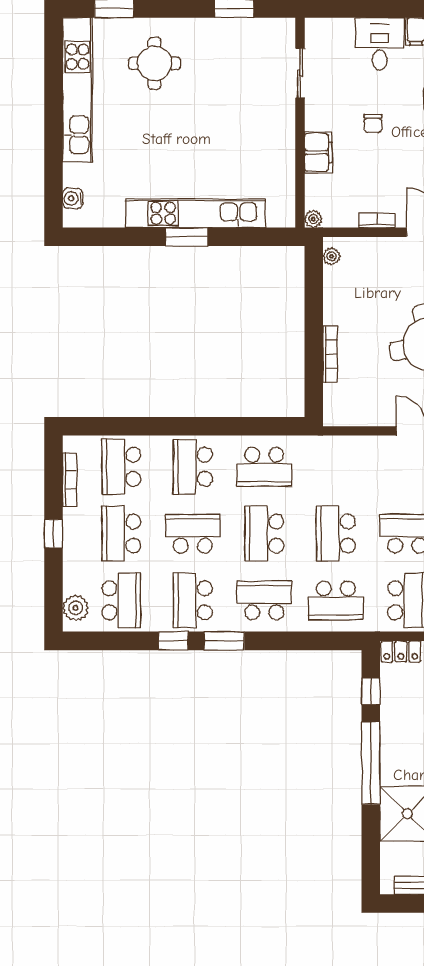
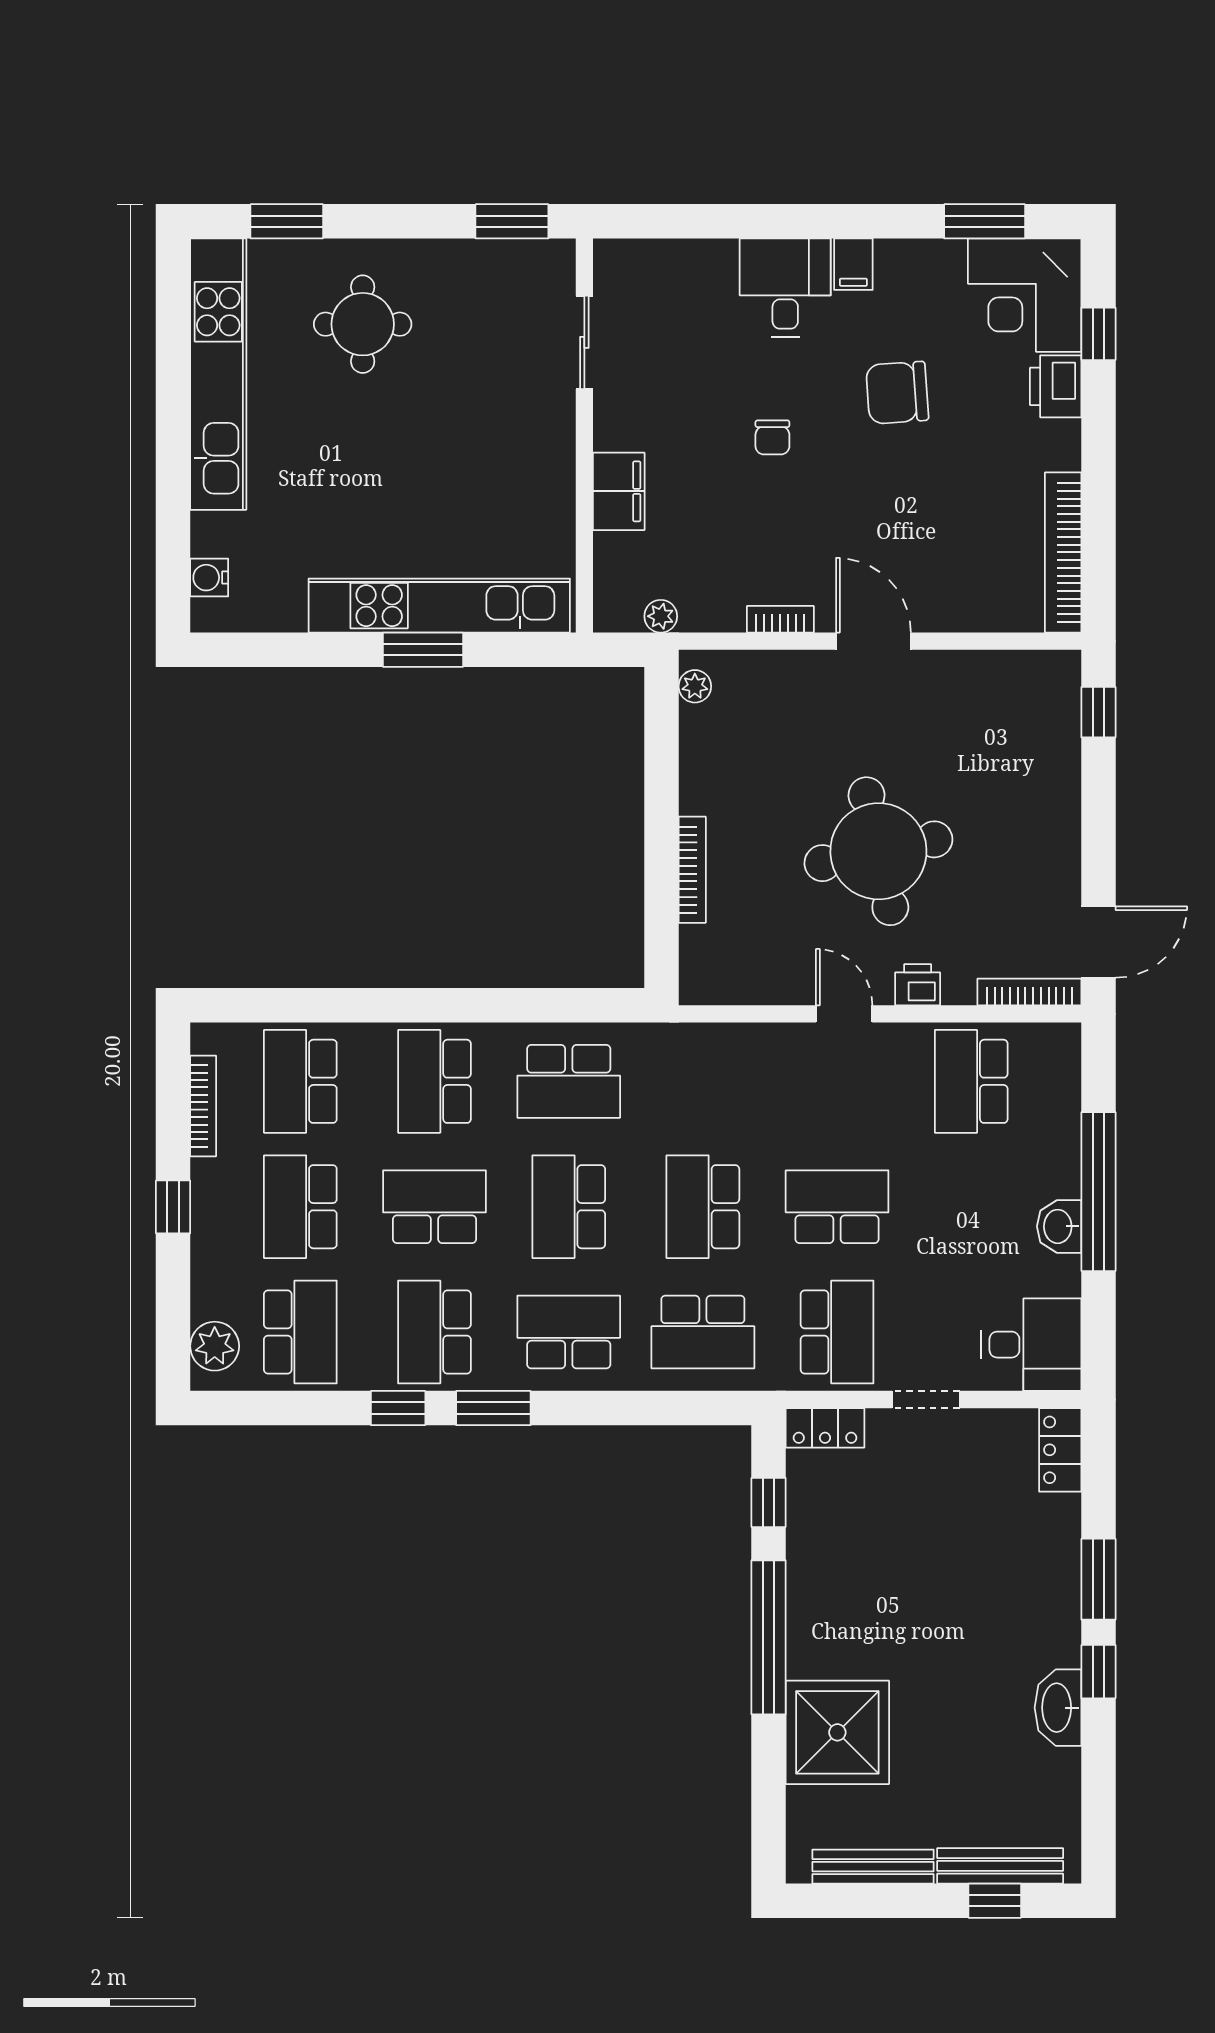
sliding door: (300, 73) -> (584, 342), moved
wall: (300, 123) -> (584, 436), moved
filing cabinet: (318, 152) -> (619, 491), moved

